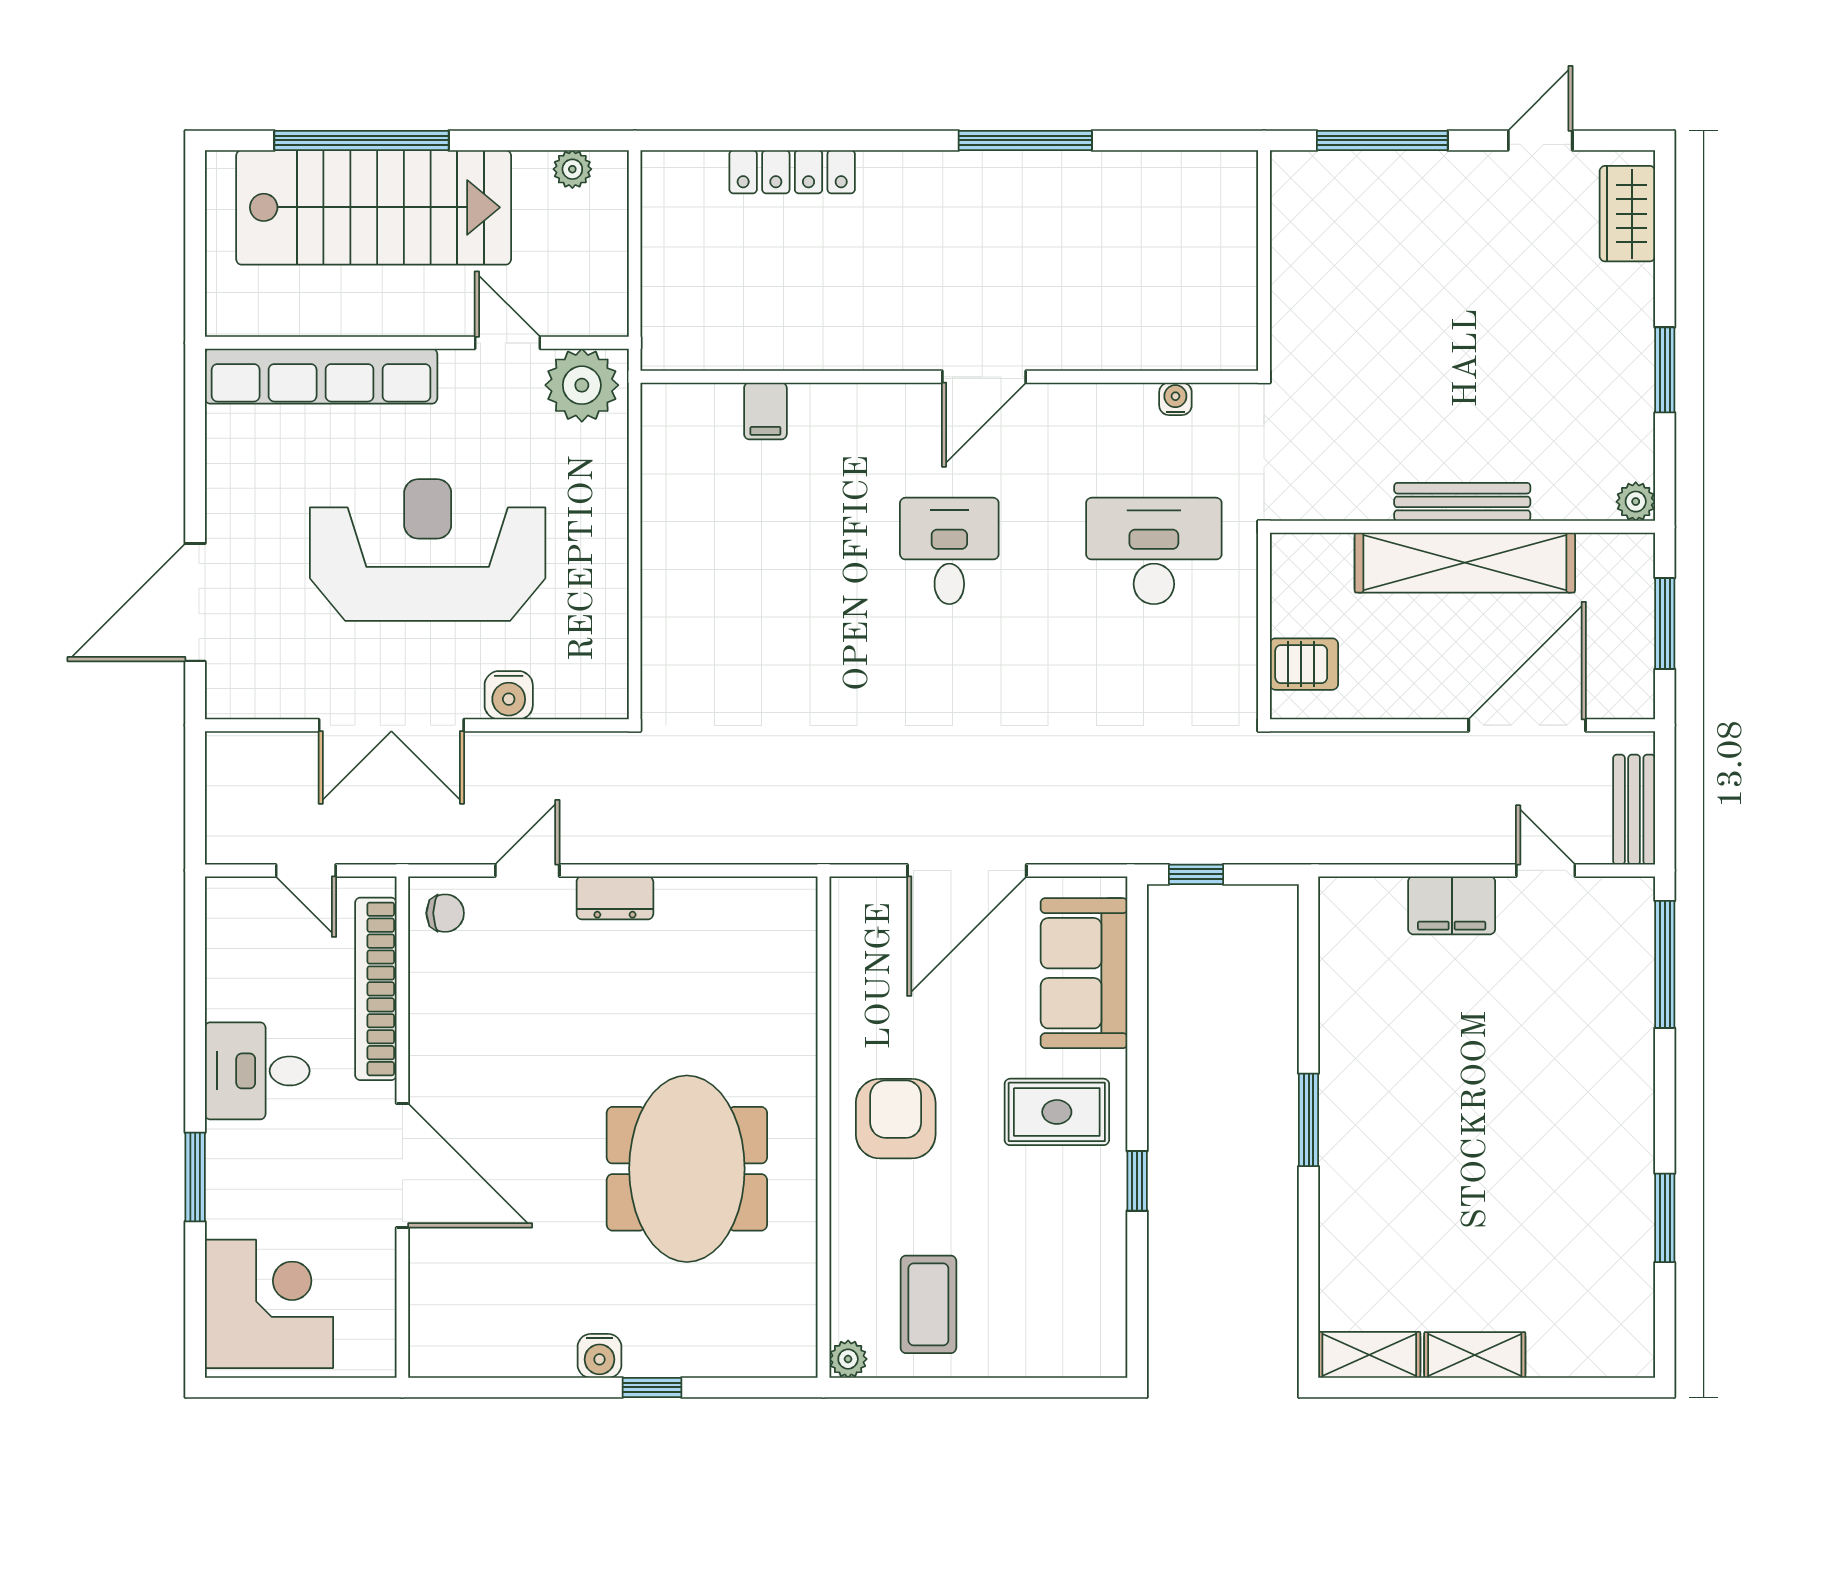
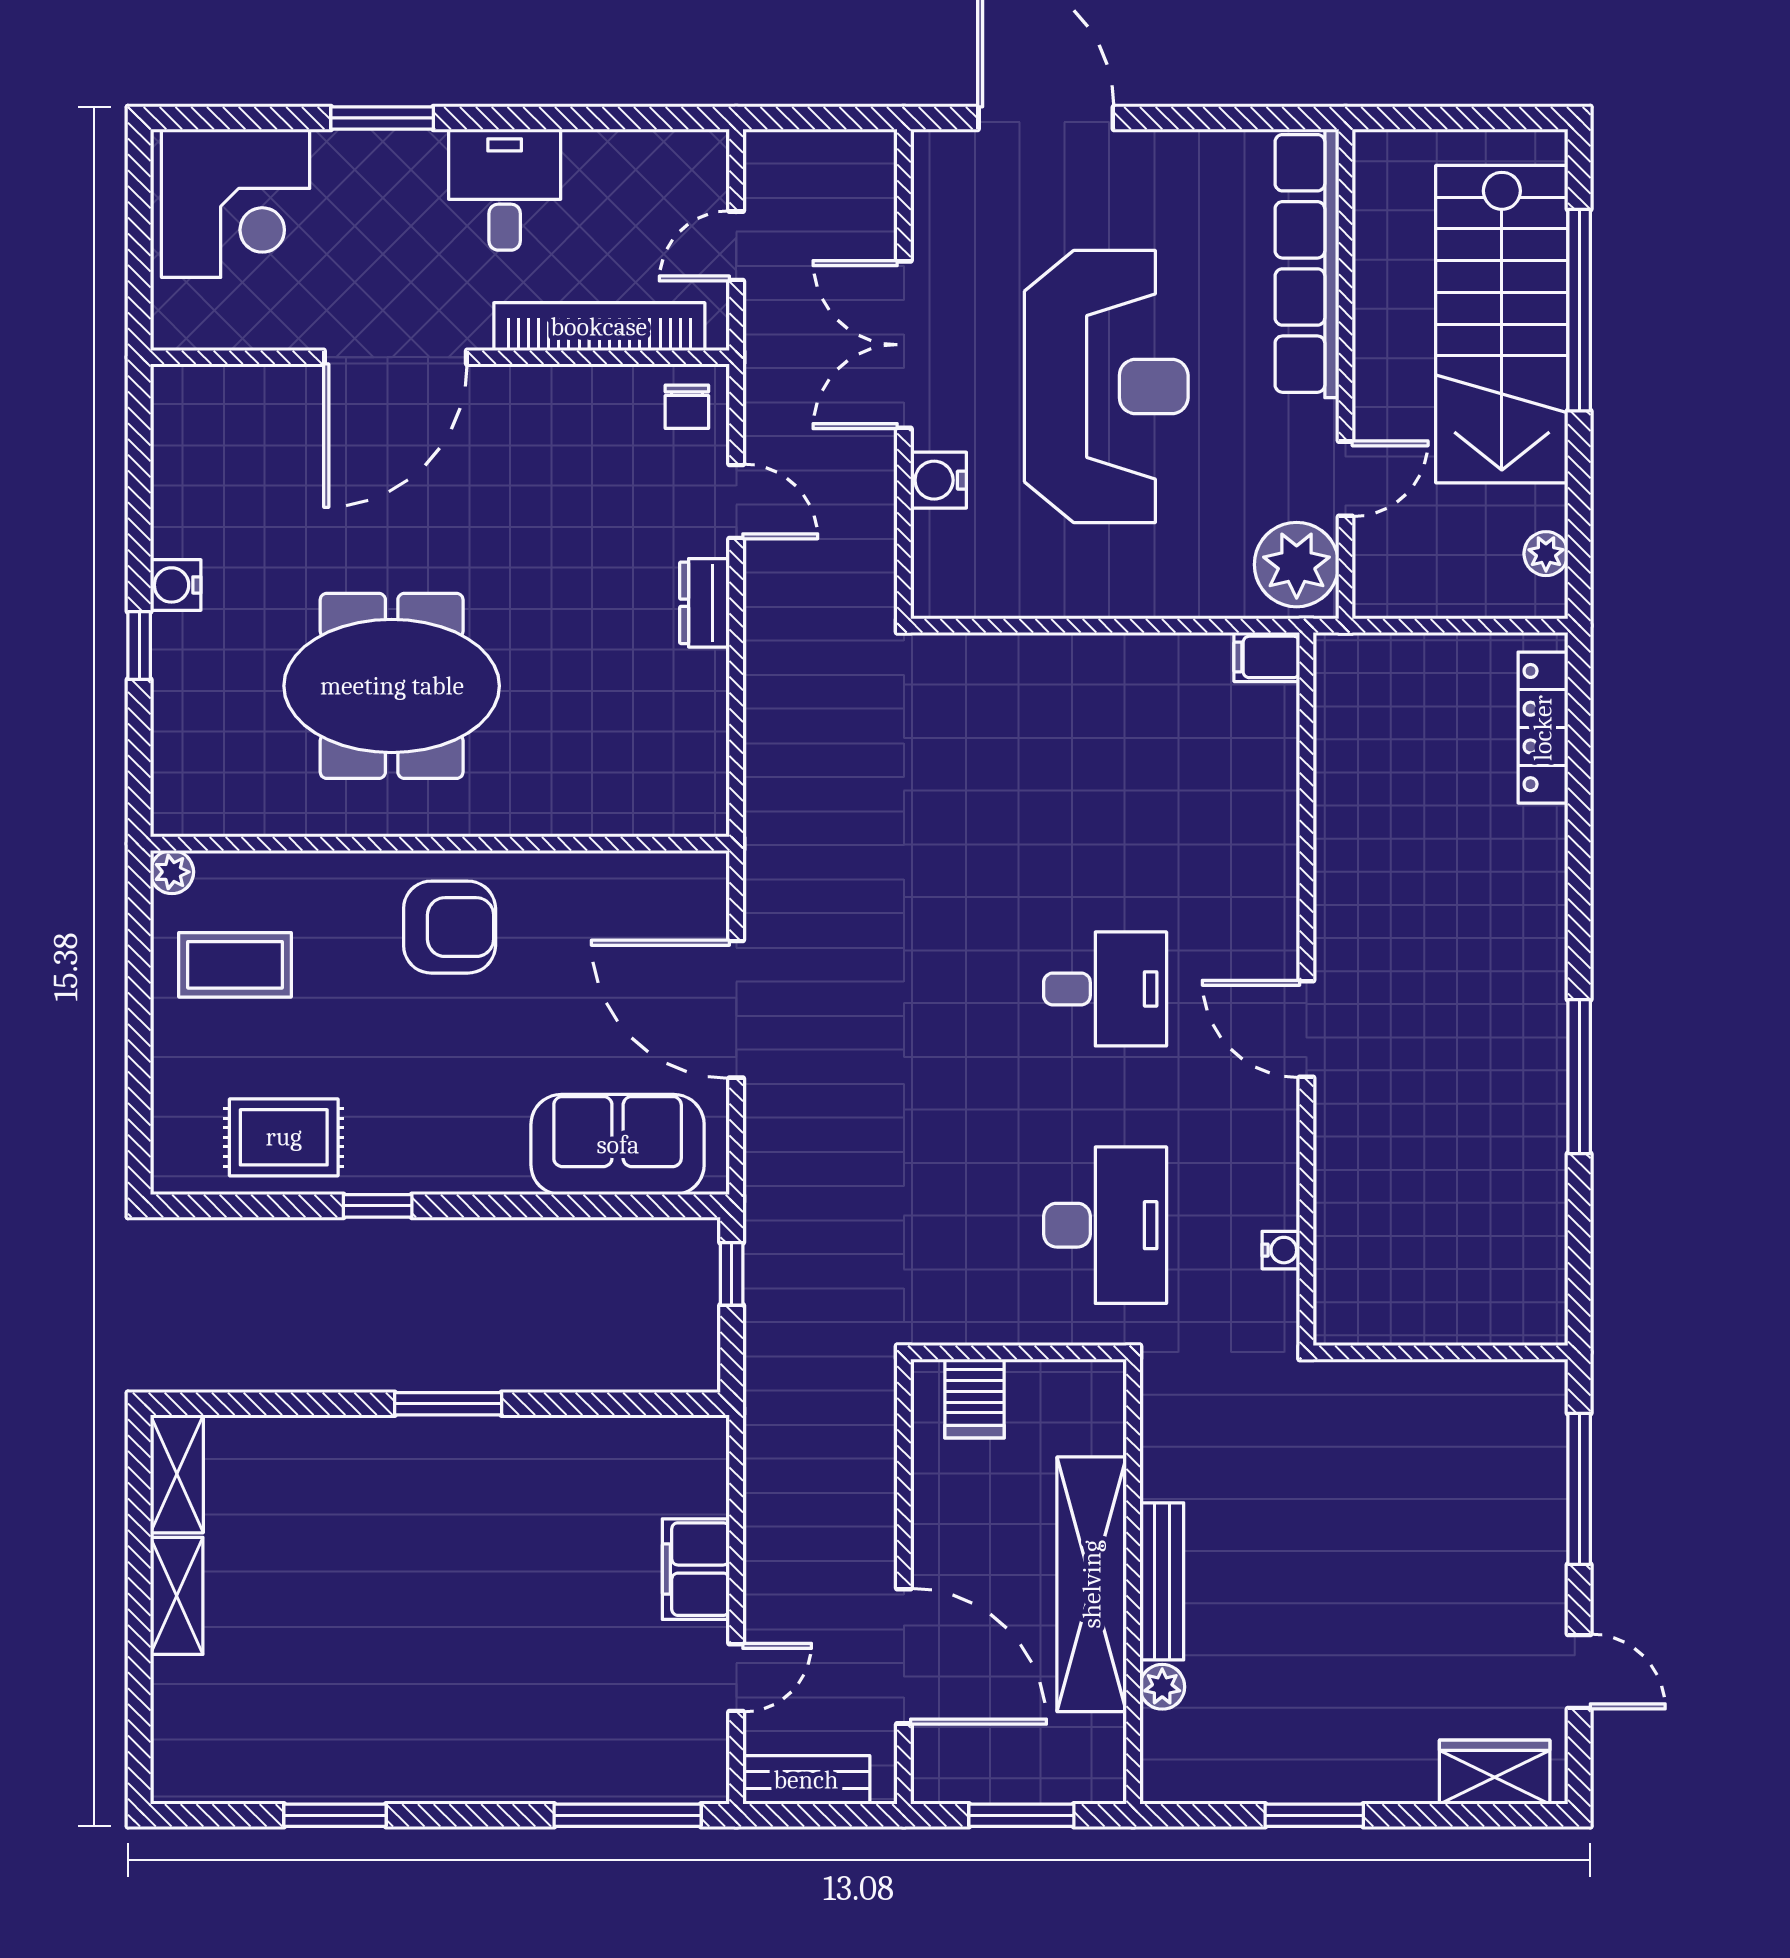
locker: (792, 172) -> (1543, 728), moved
filing cabinet: (765, 411) -> (1267, 657), moved
plant: (1636, 502) -> (1162, 1687), moved
rug: (1057, 1112) -> (284, 1137), moved, turned 90

